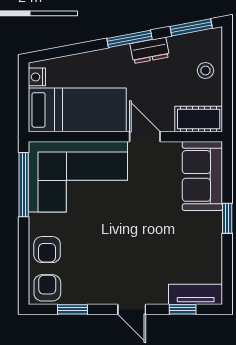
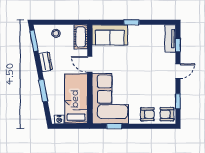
window: (130, 39) -> (43, 90), moved
door: (145, 137) -> (90, 64), hinge flipped
window: (24, 185) -> (114, 126), width x0.46

